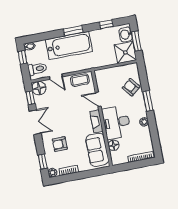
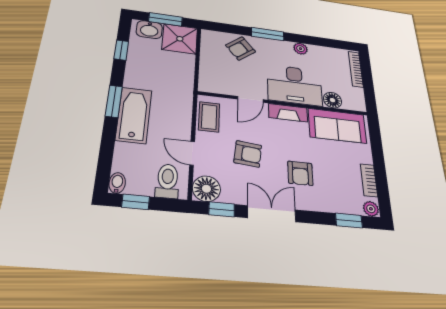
bathtub: (69, 45) -> (134, 115), width x0.73, depth x0.73
door: (56, 77) -> (192, 153), swing flipped
armchair: (64, 104) -> (248, 154), added
armchair: (60, 144) -> (300, 173), moved

